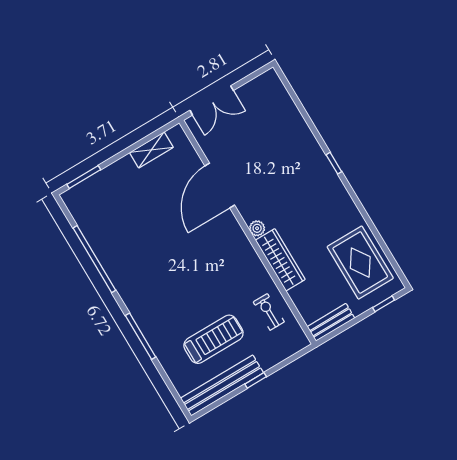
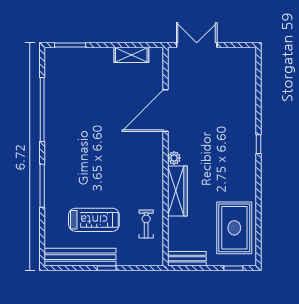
double door: (212, 100) -> (197, 45), swing flipped

